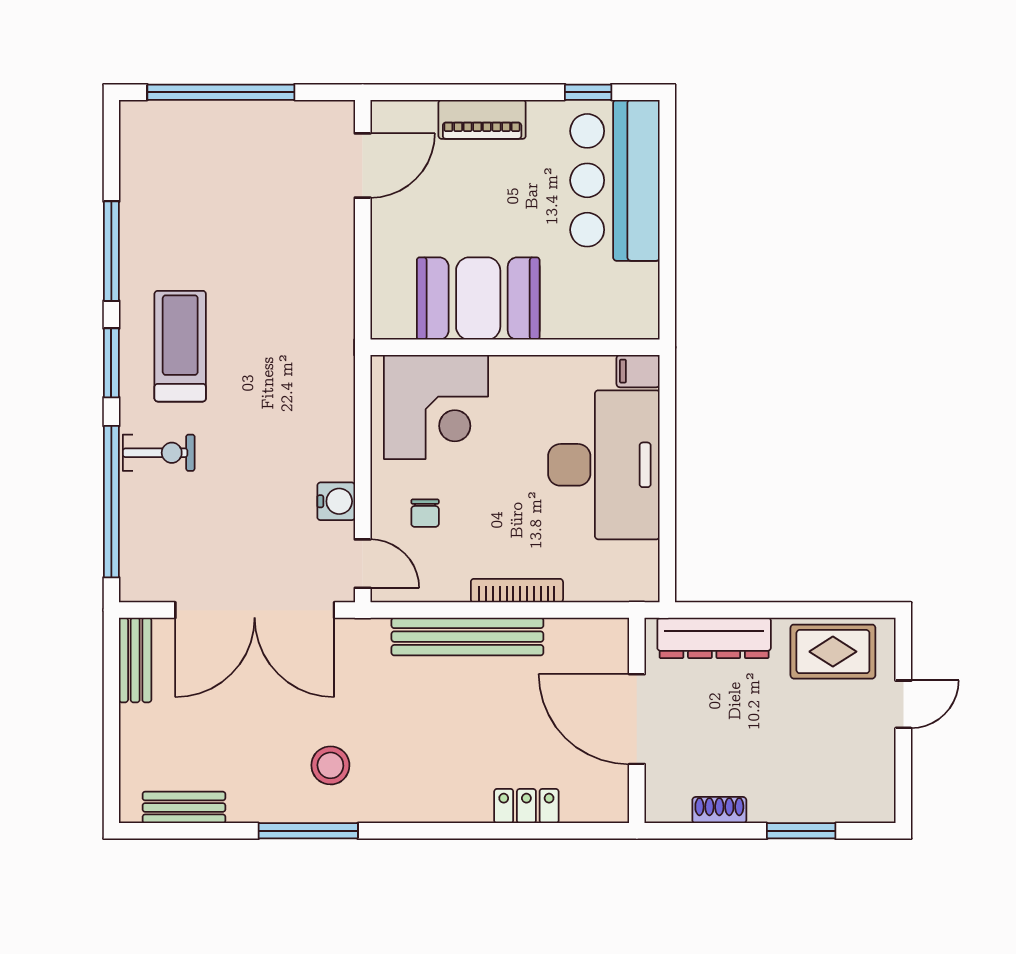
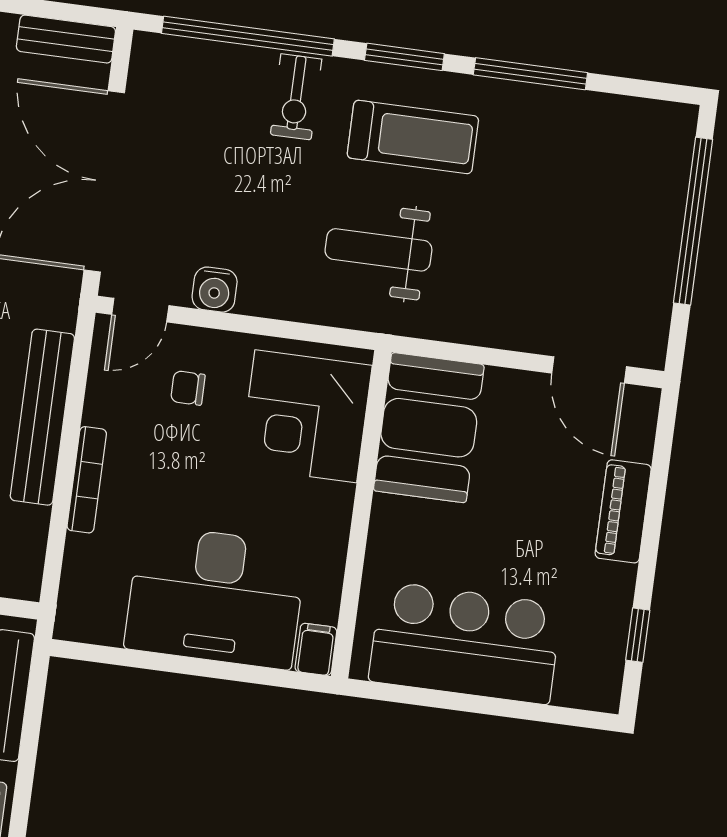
bar counter: (615, 180) -> (465, 643), moved
booth: (478, 299) -> (429, 428), moved
weight bench: (283, 363) -> (378, 250), added

